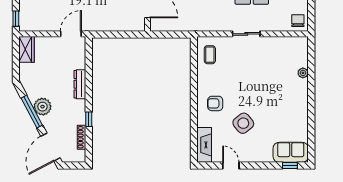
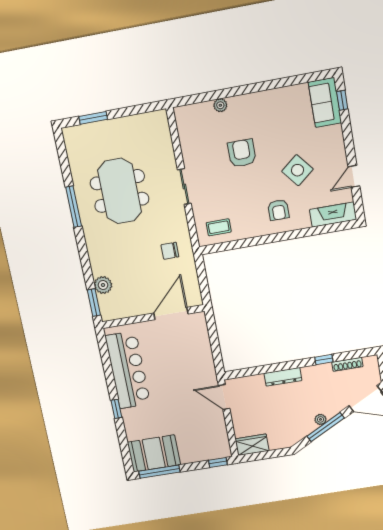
chair: (298, 21) -> (170, 251), moved
armchair: (264, 83) -> (242, 153), added
plant: (42, 107) -> (320, 419), width x0.53, depth x0.53

